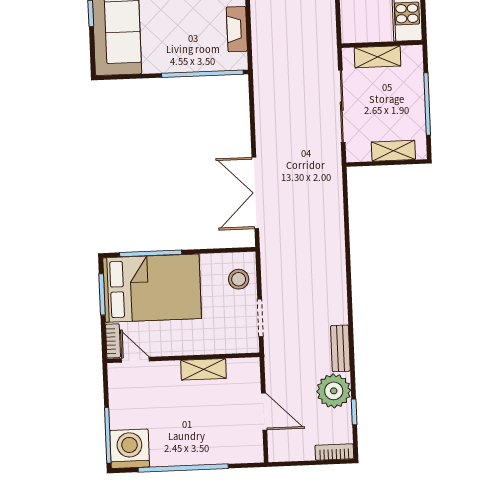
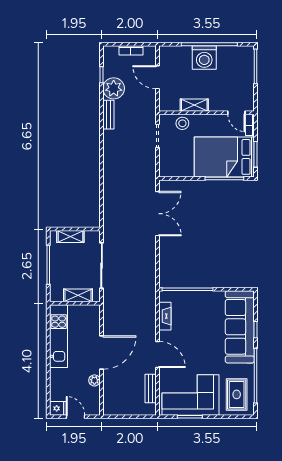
stool: (239, 279) -> (182, 123), moved
washing machine: (130, 449) -> (204, 57), moved
bookcase: (334, 452) -> (131, 50), moved

